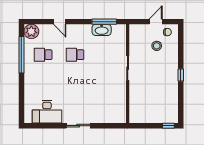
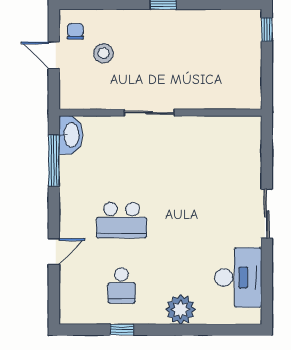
washbasin: (102, 30) -> (71, 135), moved
plant: (31, 31) -> (181, 309), moved
window: (21, 55) -> (122, 330), width x0.32
school desk: (75, 55) -> (121, 220), width x1.85

